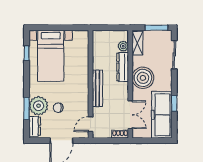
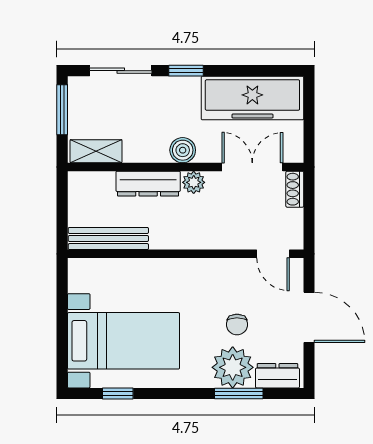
plant: (123, 46) -> (194, 182), moved
boiler: (143, 78) -> (183, 150), width x0.54, depth x0.54
bench: (97, 88) -> (108, 239), moved
window: (174, 104) -> (186, 71), moved

